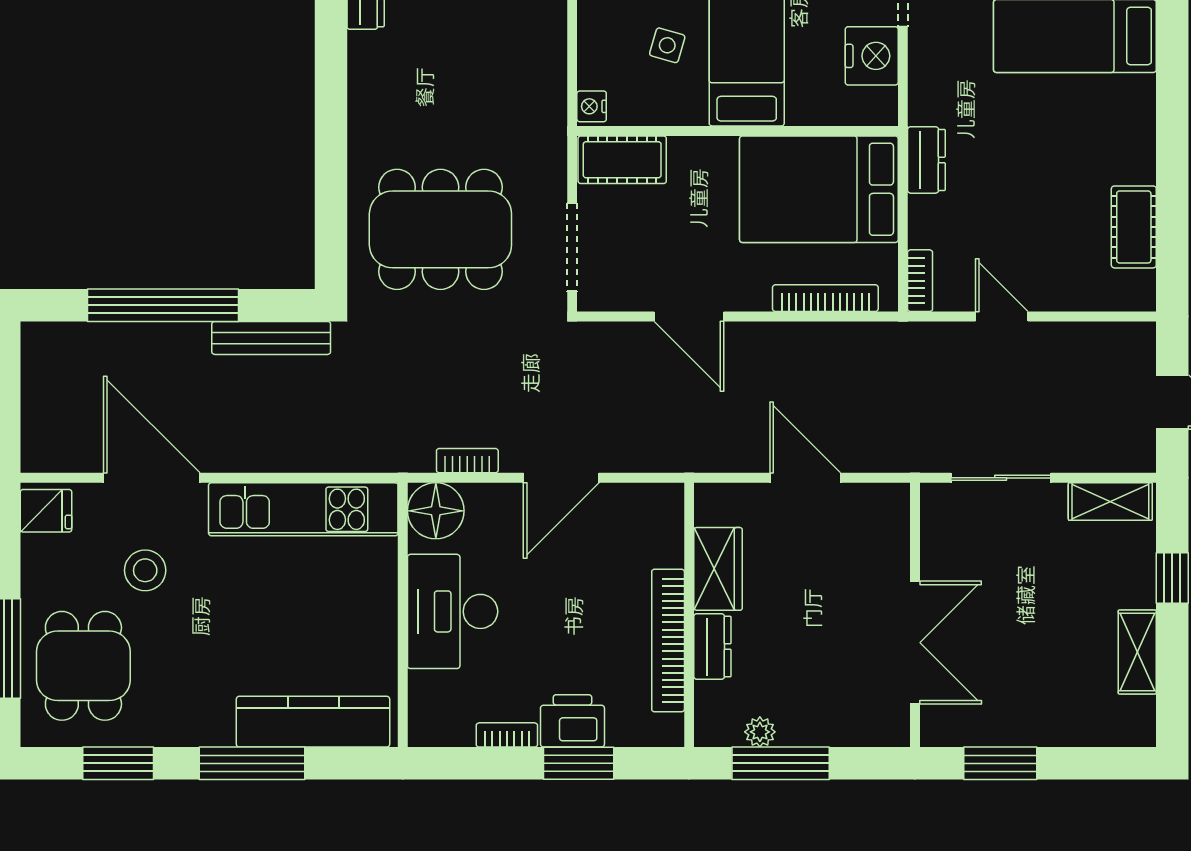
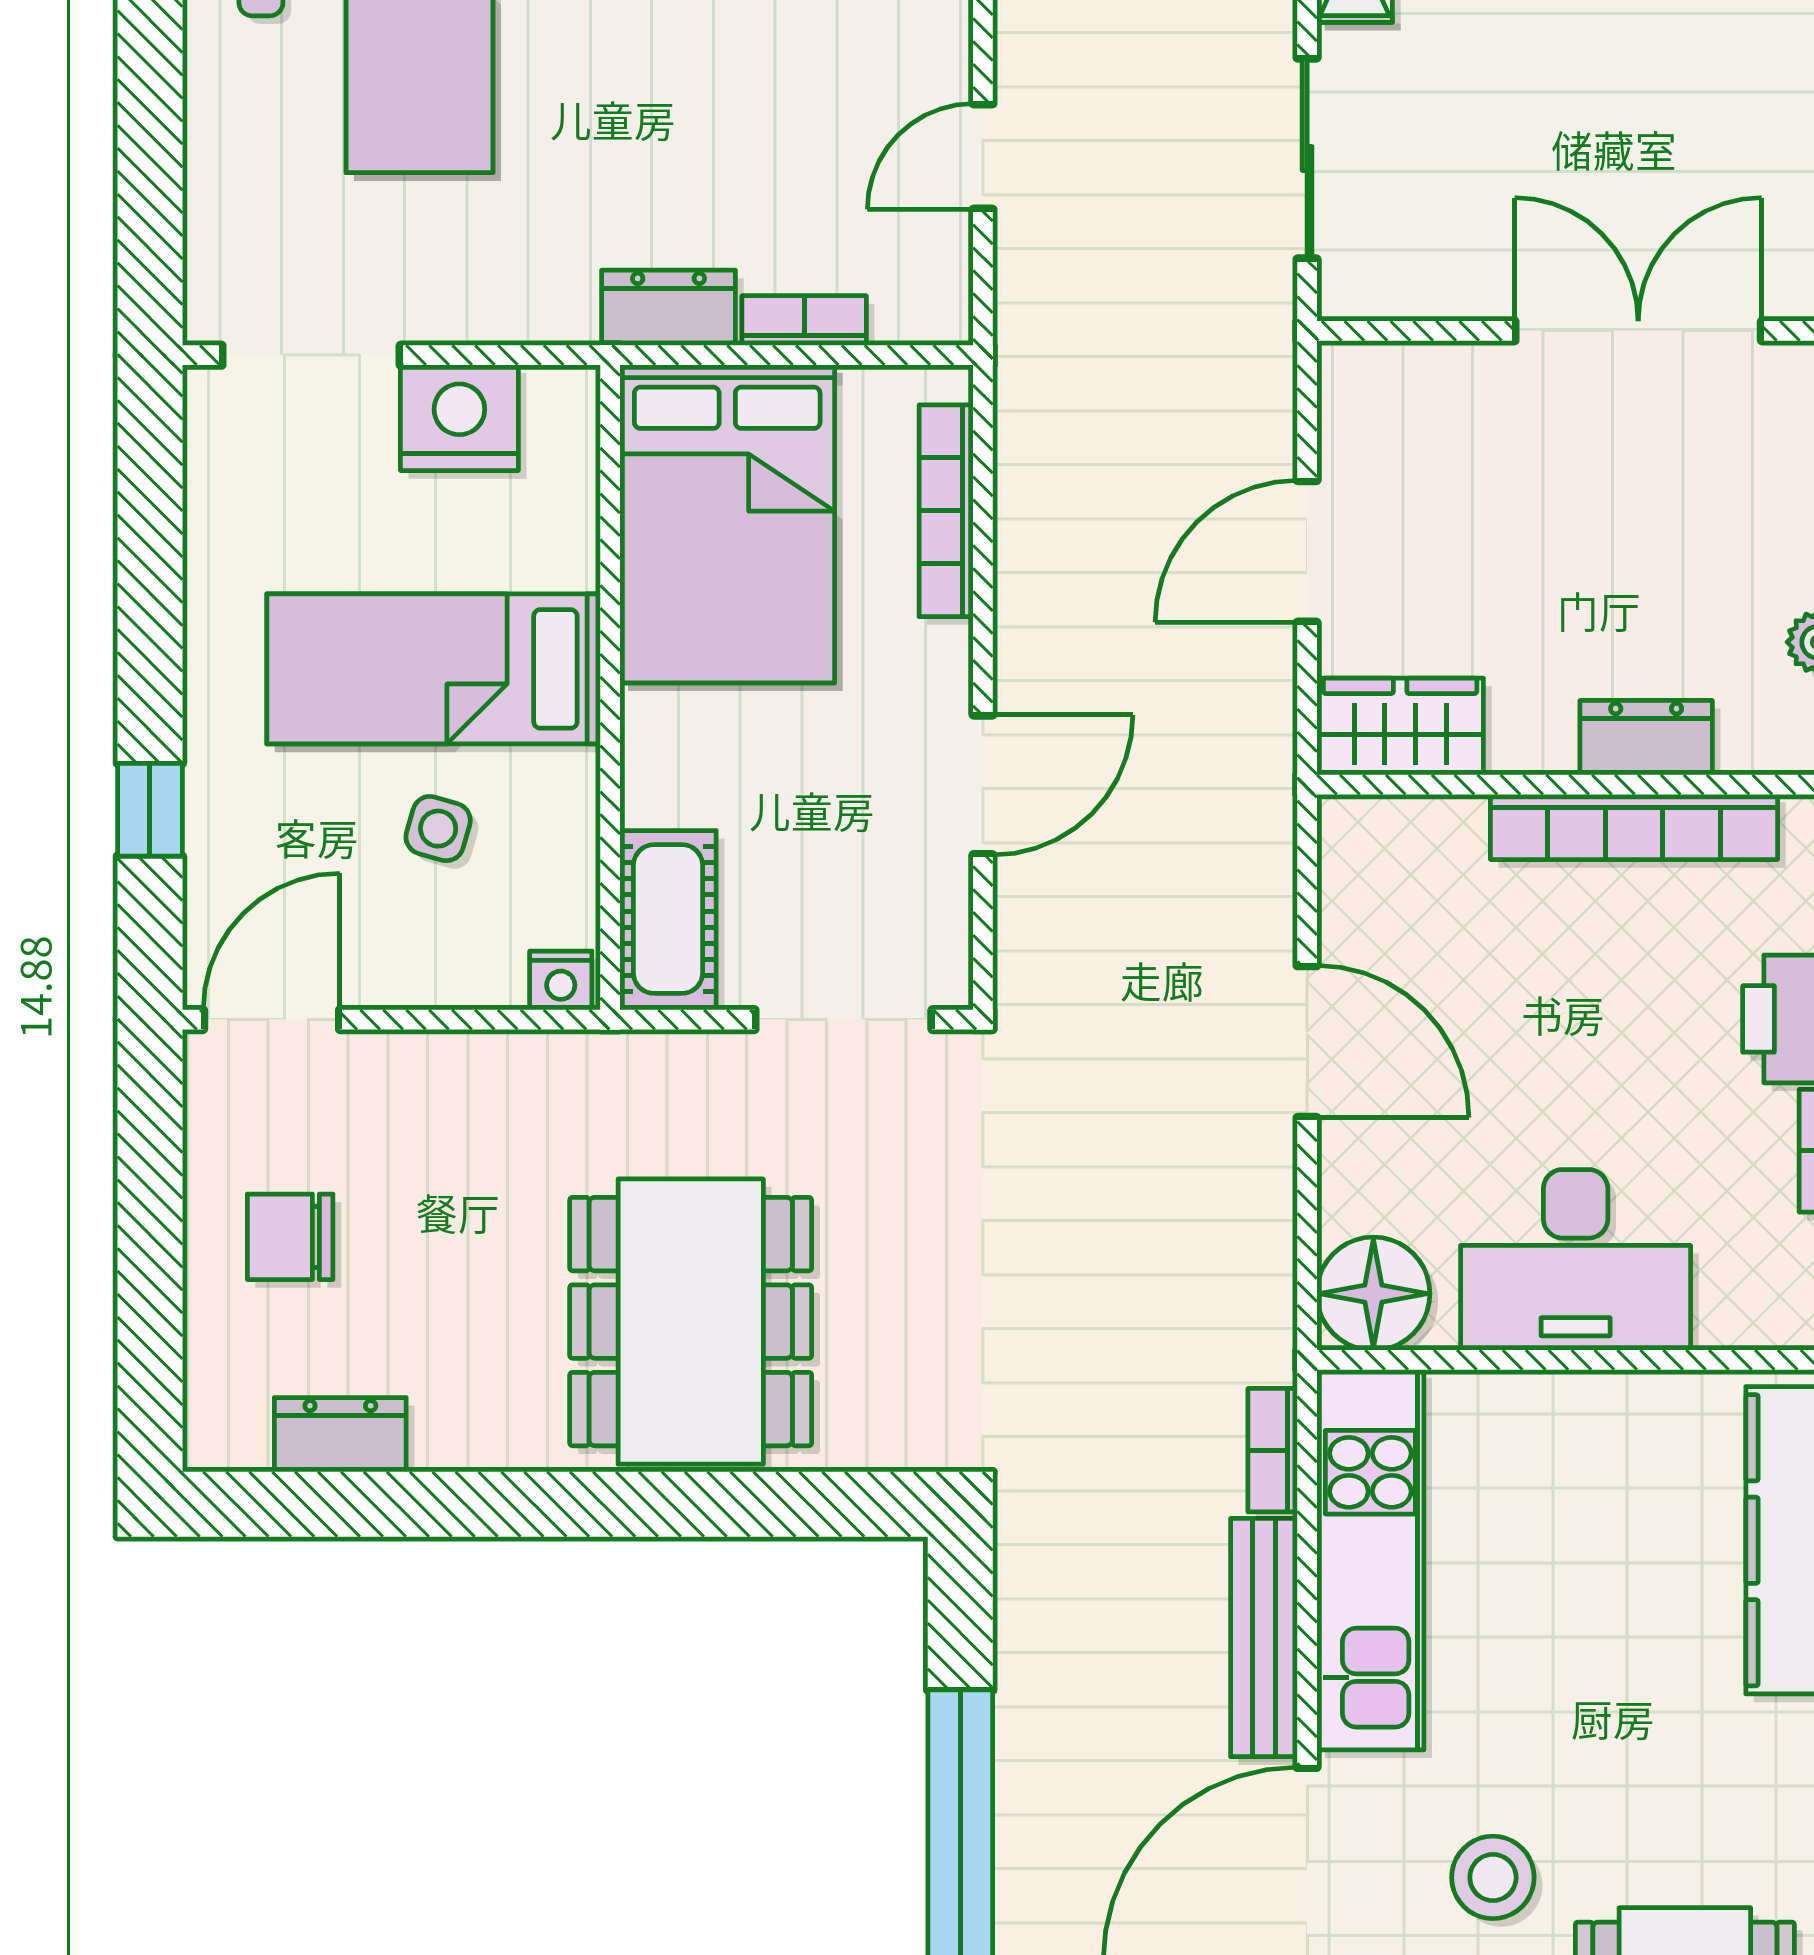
dining table: (440, 229) -> (691, 1322), moved
bookcase: (920, 281) -> (804, 321), moved
bench: (271, 338) -> (1264, 1638), moved
bookcase: (467, 461) -> (1273, 1450), moved
wardrobe: (718, 569) -> (1400, 727), moved

